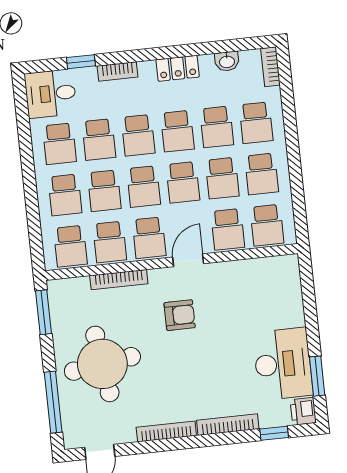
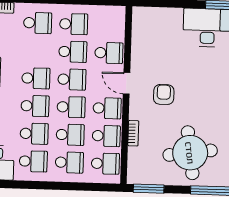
school desk: (217, 127) -> (37, 51), removed
school desk: (267, 225) -> (110, 25), removed
bookcase: (119, 280) -> (133, 133), width x0.64

